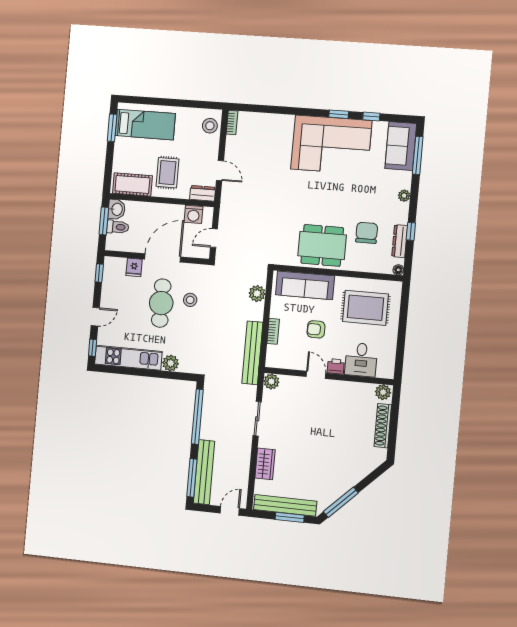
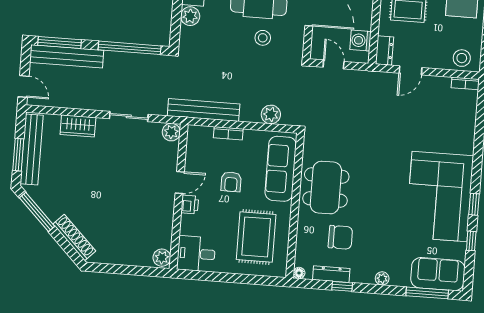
armchair: (316, 329) -> (231, 182), turned 180
desk: (361, 360) -> (196, 254), moved
shoe rack: (383, 426) -> (74, 237), moved, turned 45

